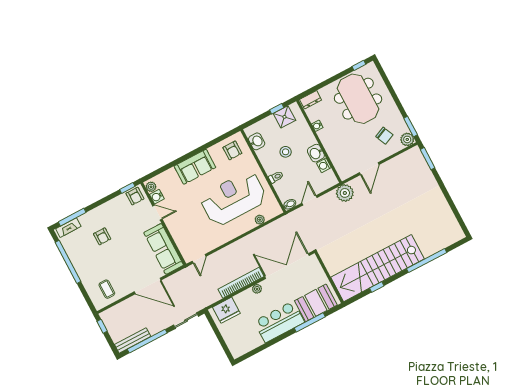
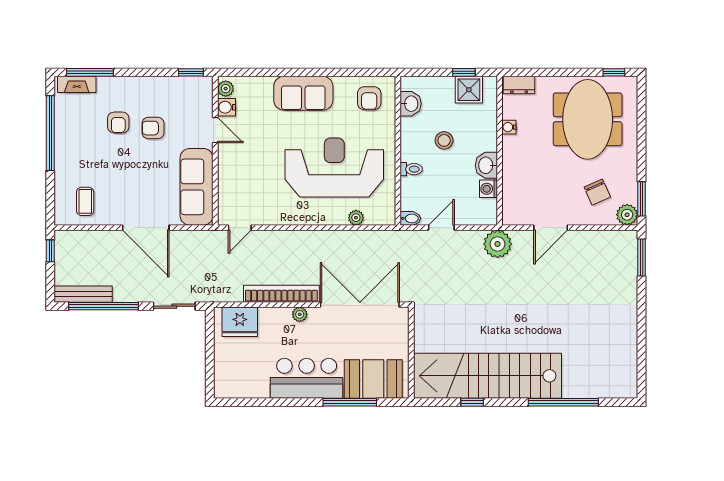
armchair: (135, 196) -> (153, 128), moved, turned 90

